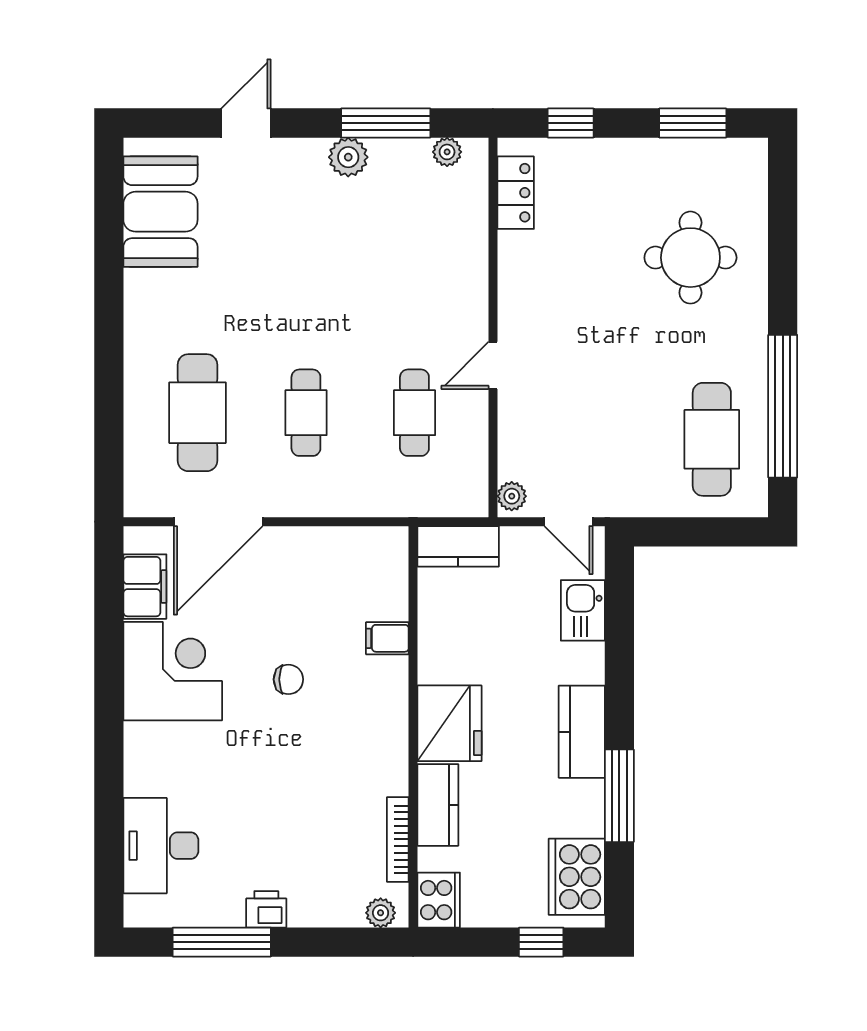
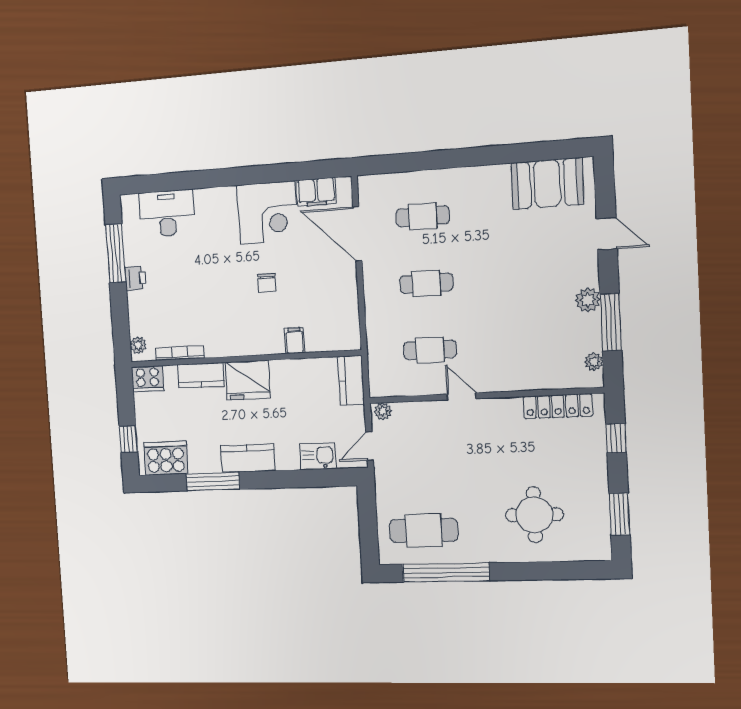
locker: (516, 193) -> (558, 406), width x1.53
cafe table: (197, 413) -> (423, 216), width x0.73, depth x0.74

